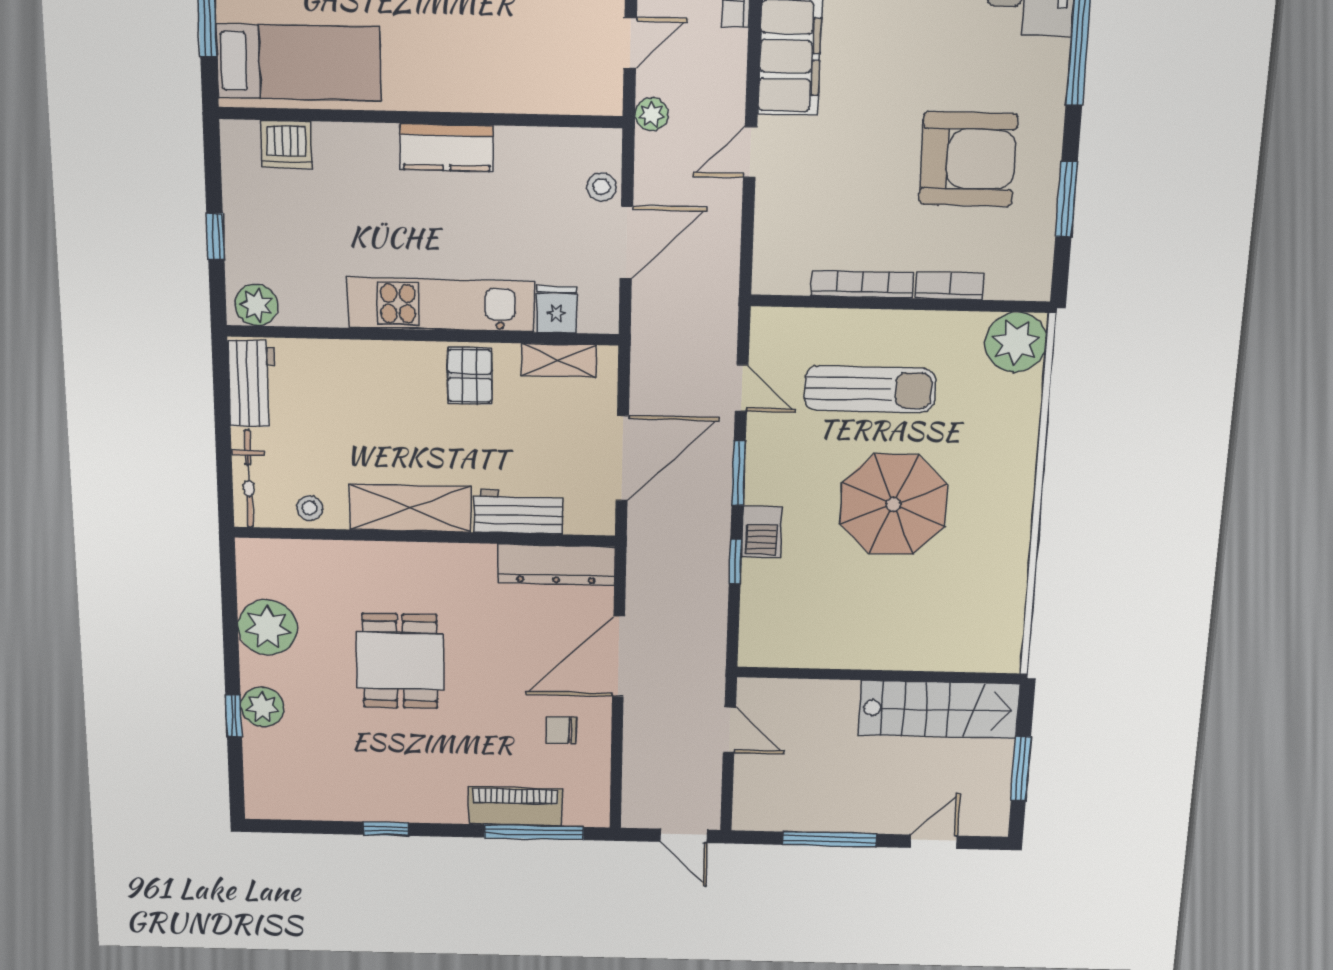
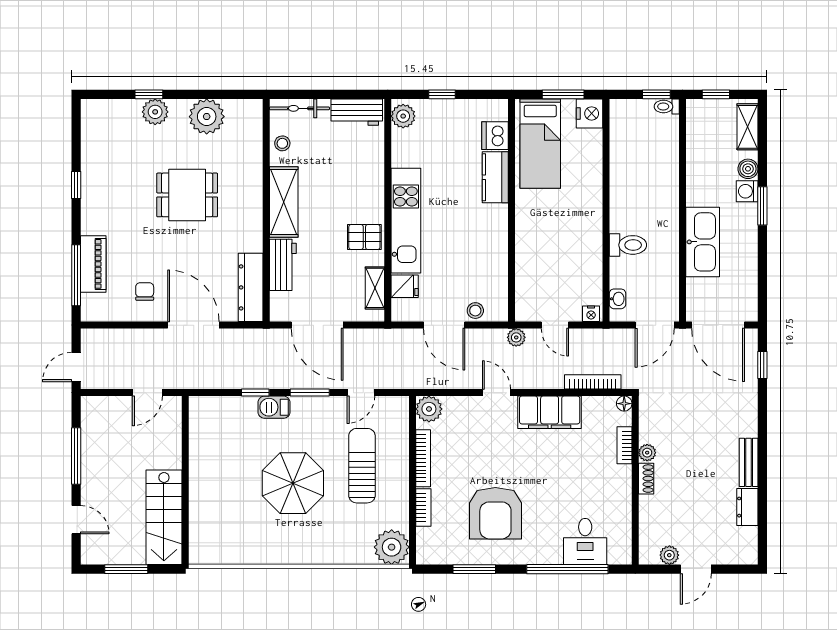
kitchen counter: (447, 147) -> (495, 177), moved
plant: (775, 272) -> (429, 409), added
sun lounger: (870, 389) -> (362, 466), turned 180

